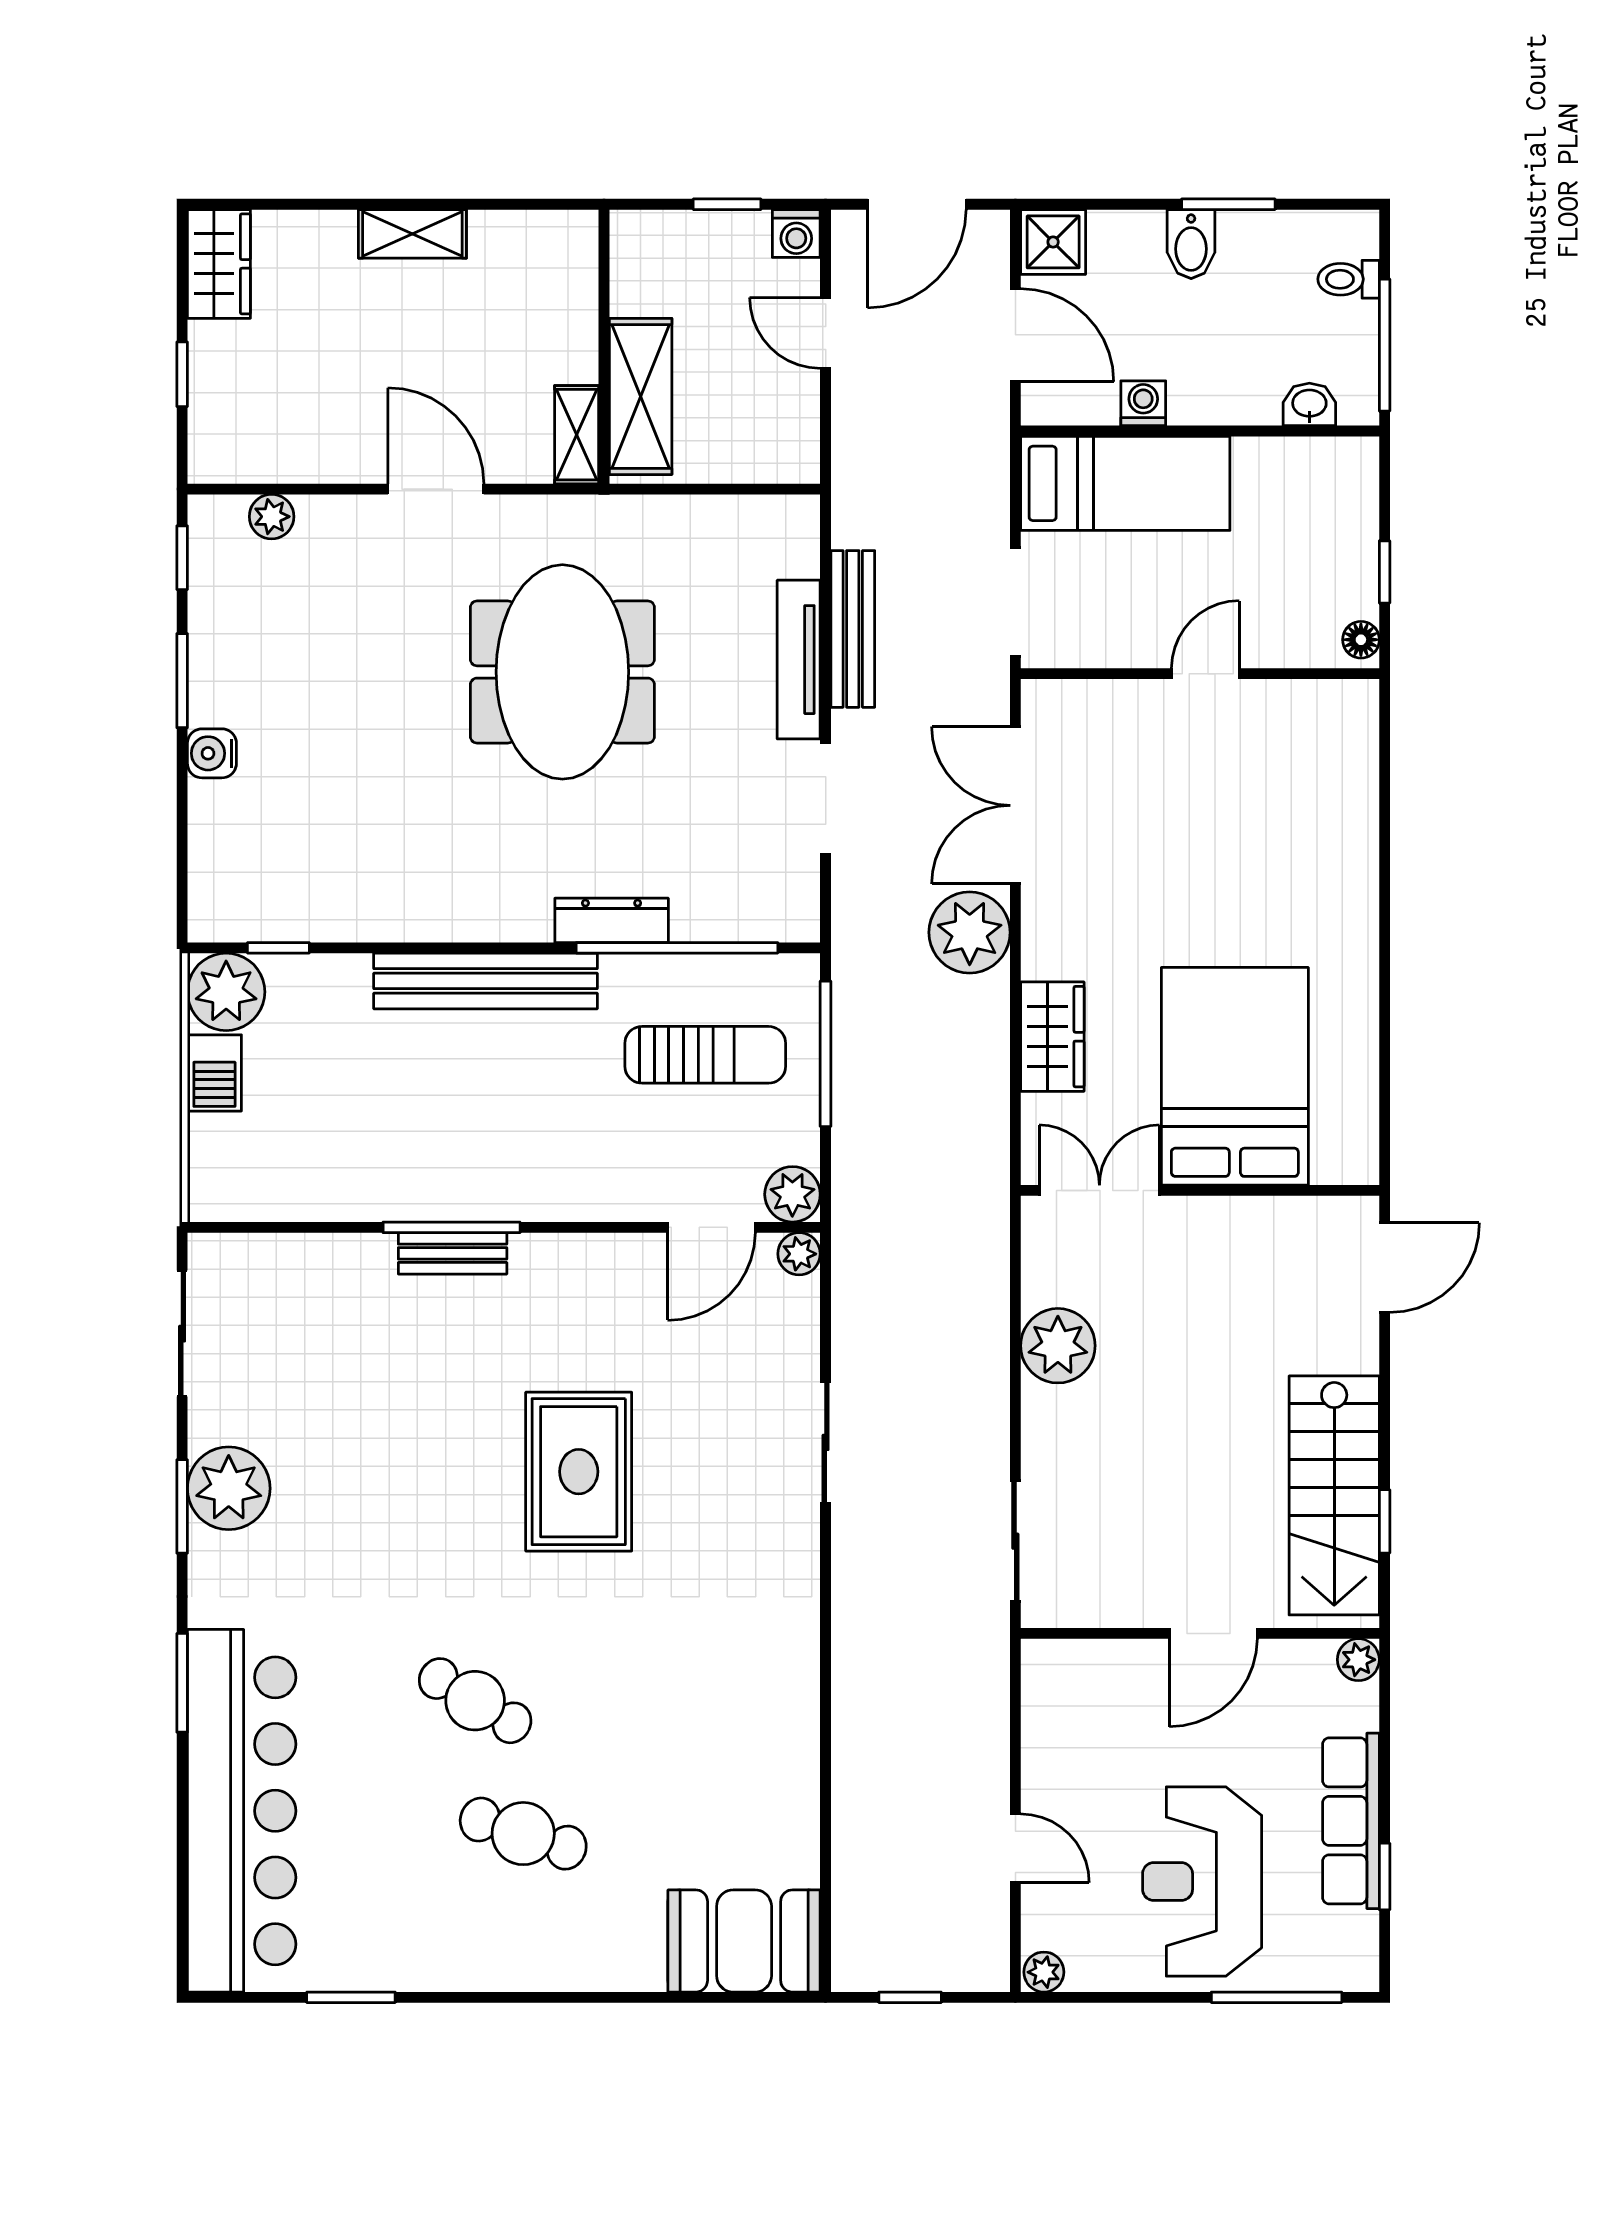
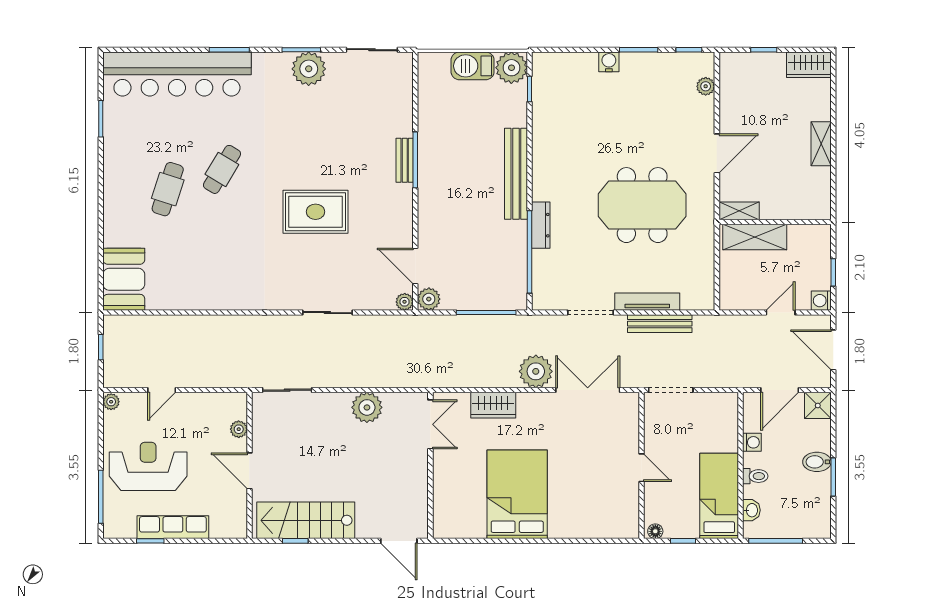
toilet: (1349, 279) -> (755, 476), moved, turned 90
bed: (1125, 483) -> (719, 496), moved, turned 180
sun lounger: (705, 1055) -> (486, 263), removed
barbecue: (214, 1073) -> (473, 66), width x1.38, depth x1.27
bed: (1235, 1076) -> (517, 494), moved, turned -90
plant: (1358, 1660) -> (239, 429), moved

